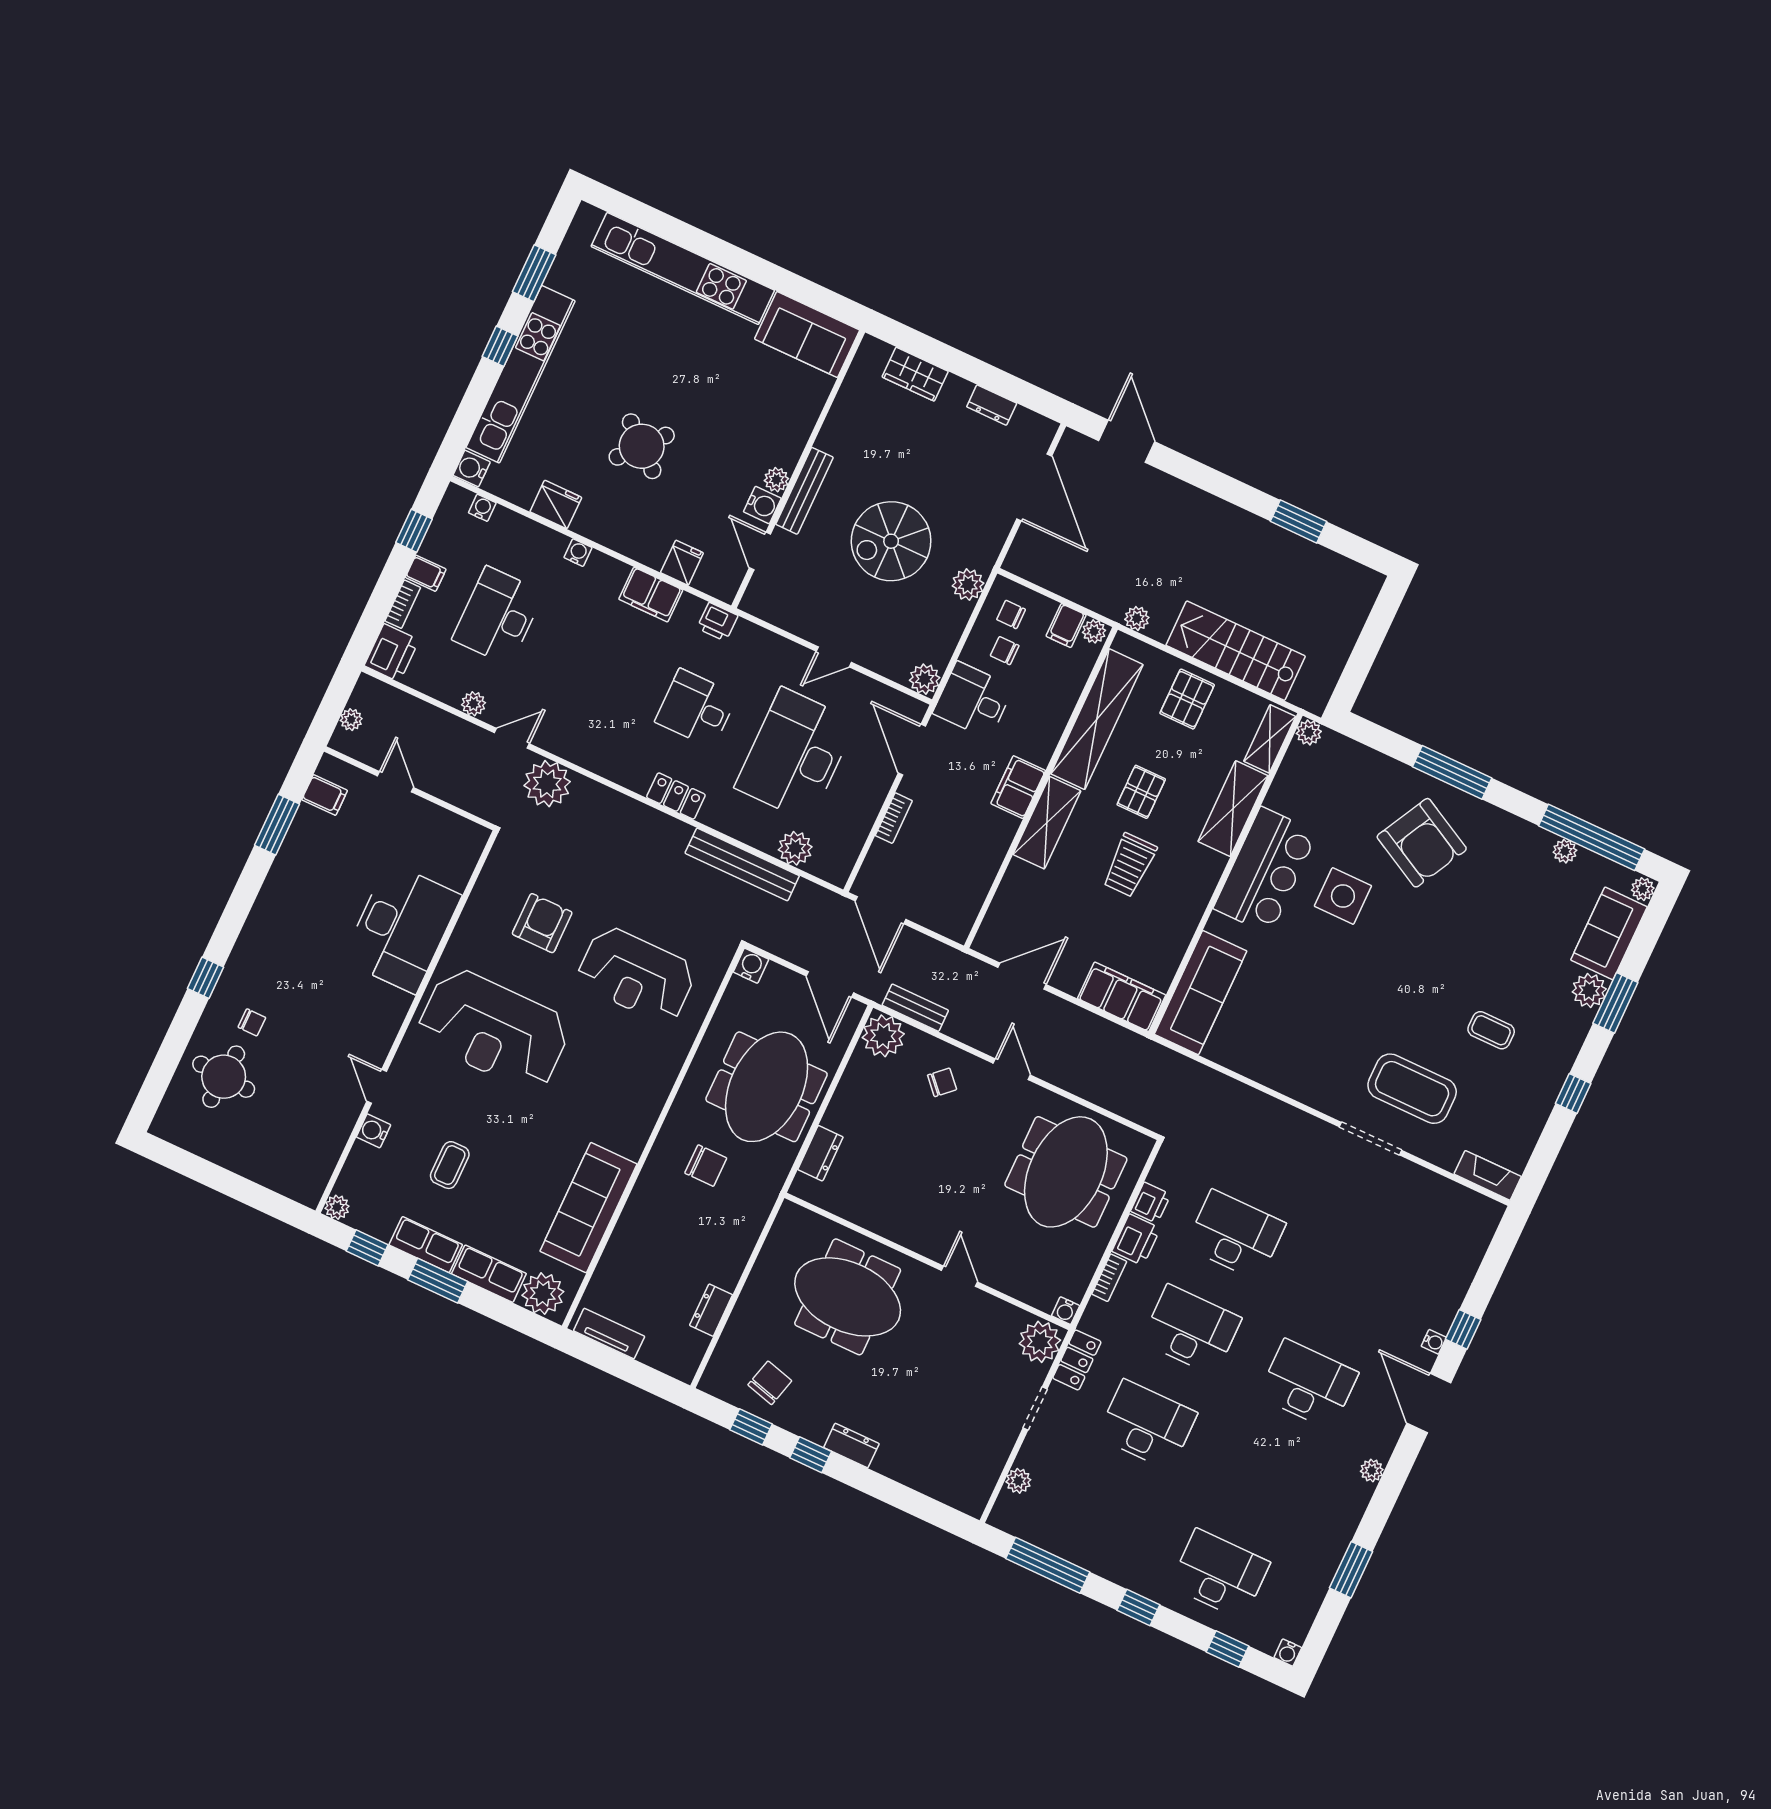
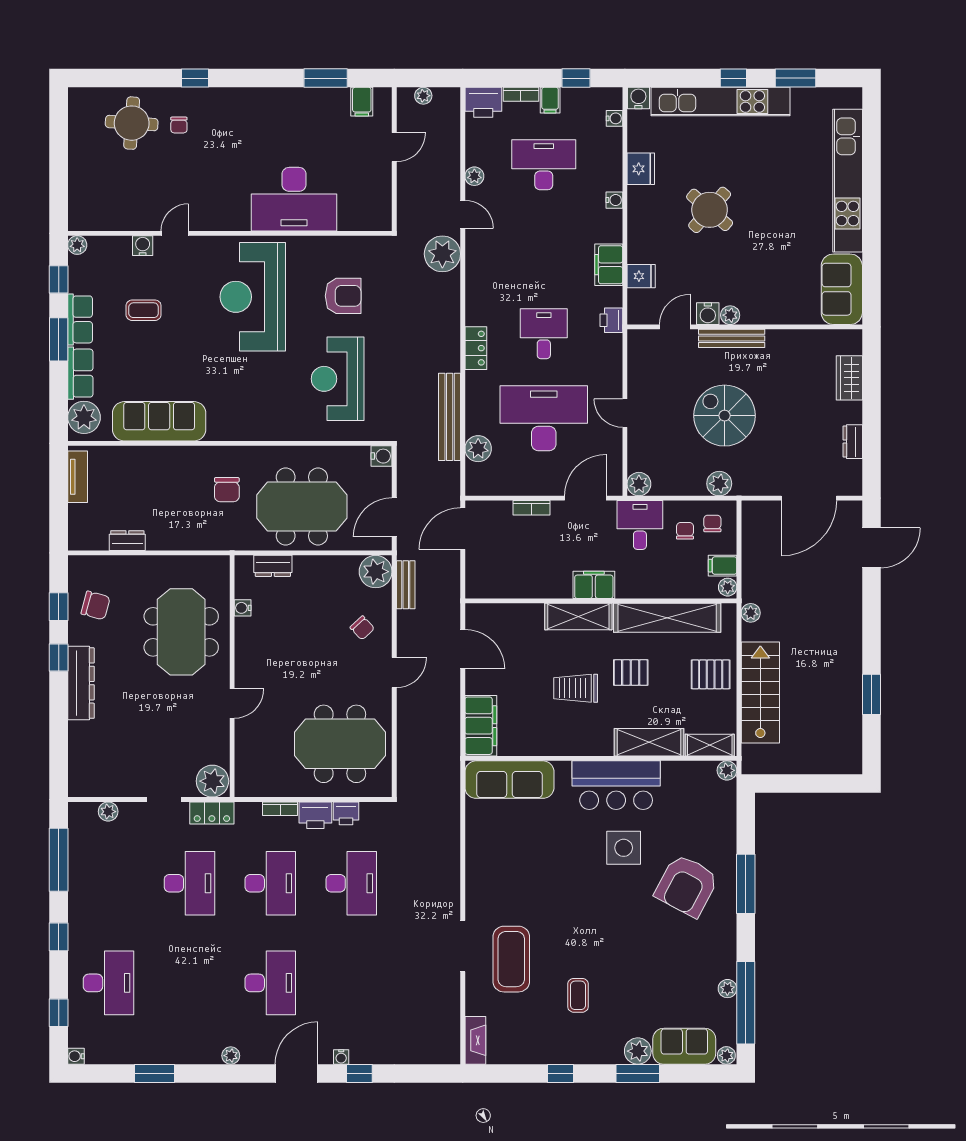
water cooler: (1066, 1311) -> (243, 608), moved
dresser: (851, 1446) -> (81, 683), width x1.96, depth x1.24

